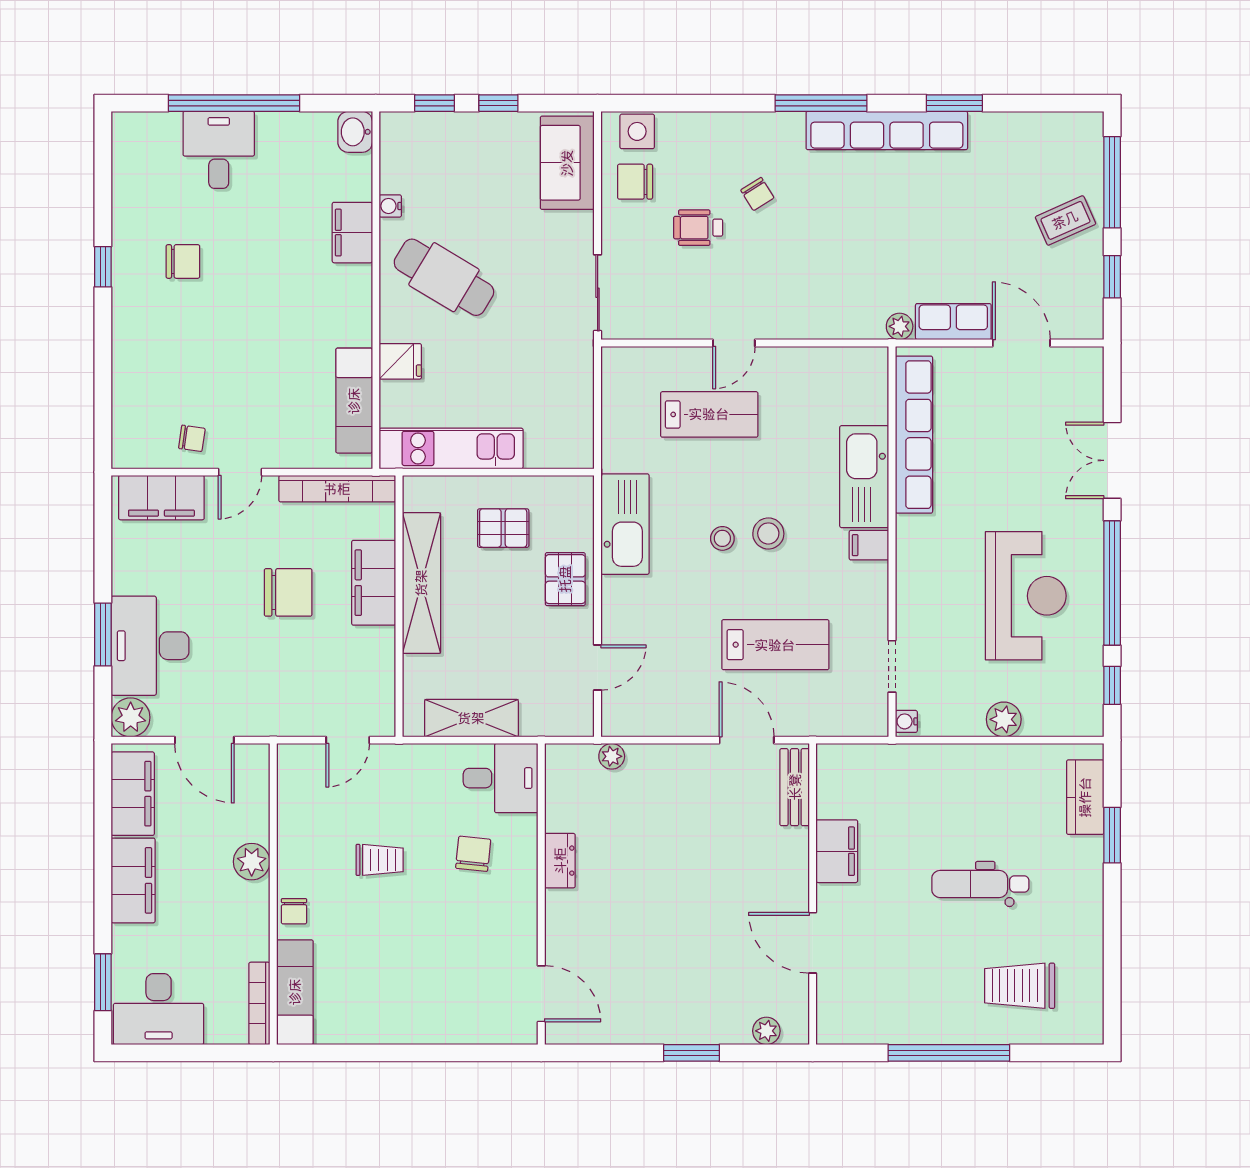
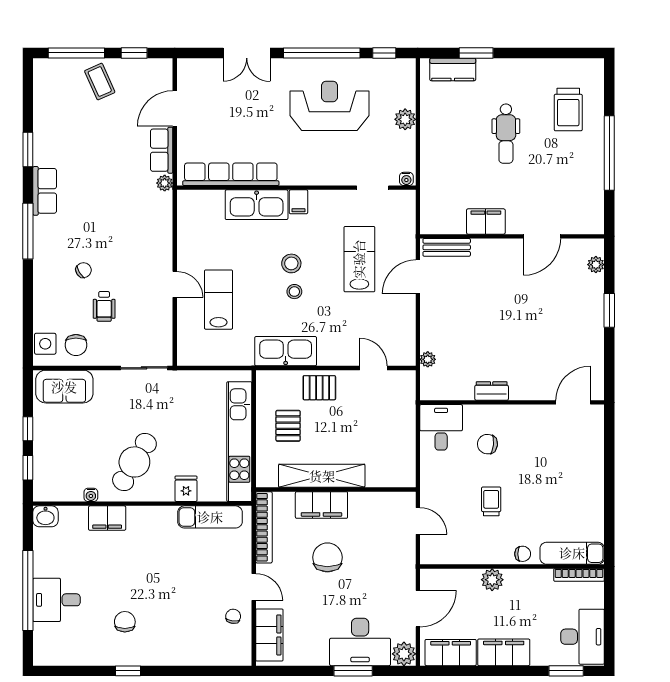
row of seats: (887, 131) -> (45, 191), width x0.50
kitchen unit: (451, 448) -> (239, 442), width x1.36
shelving: (471, 718) -> (404, 445), removed

